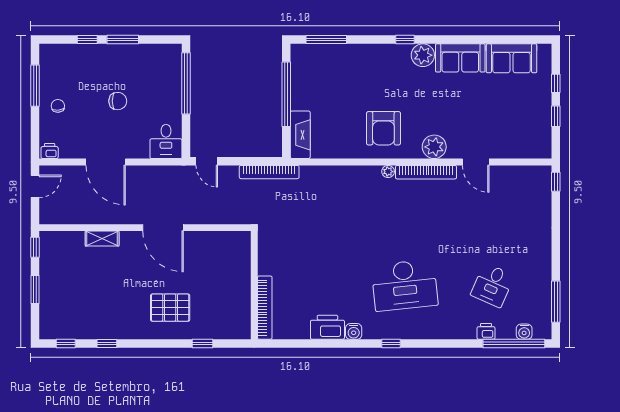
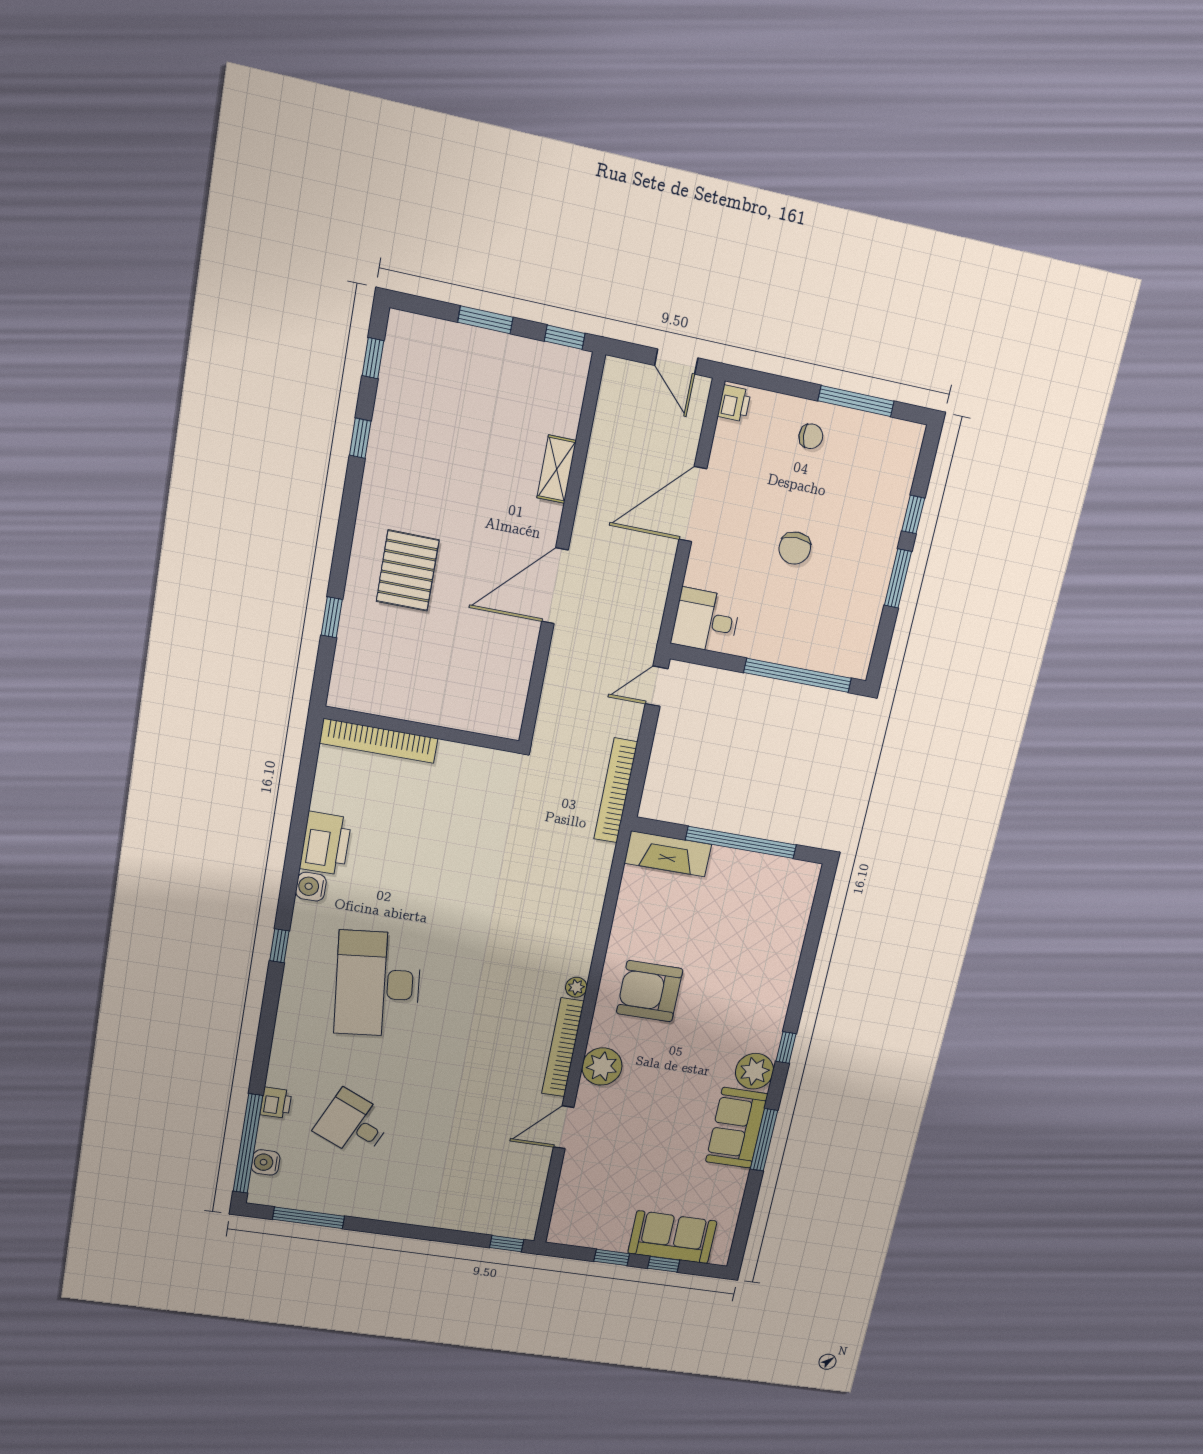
window: (326, 40) -> (764, 1140), moved
sofa: (512, 58) -> (672, 1237), moved, turned 90

